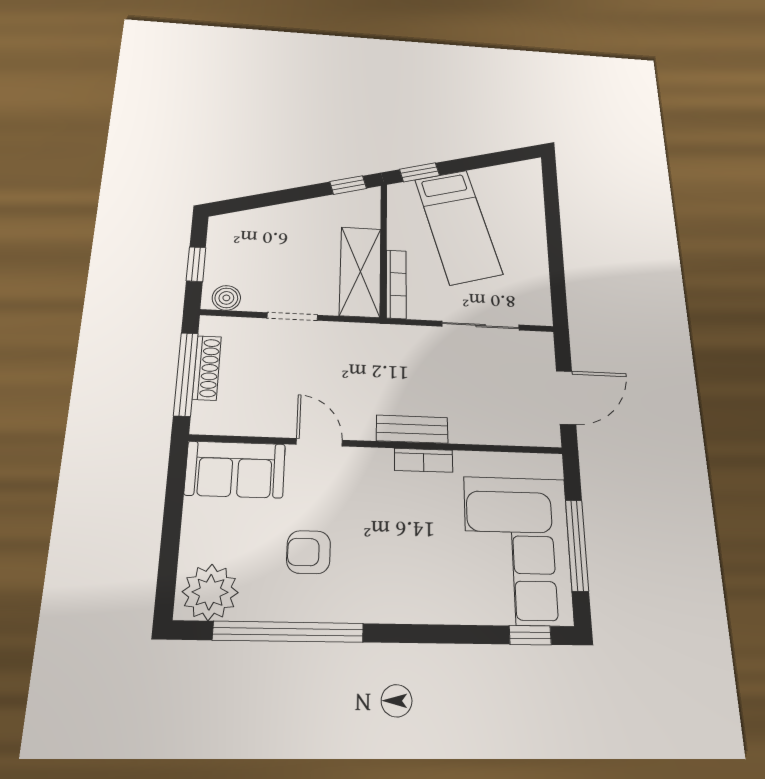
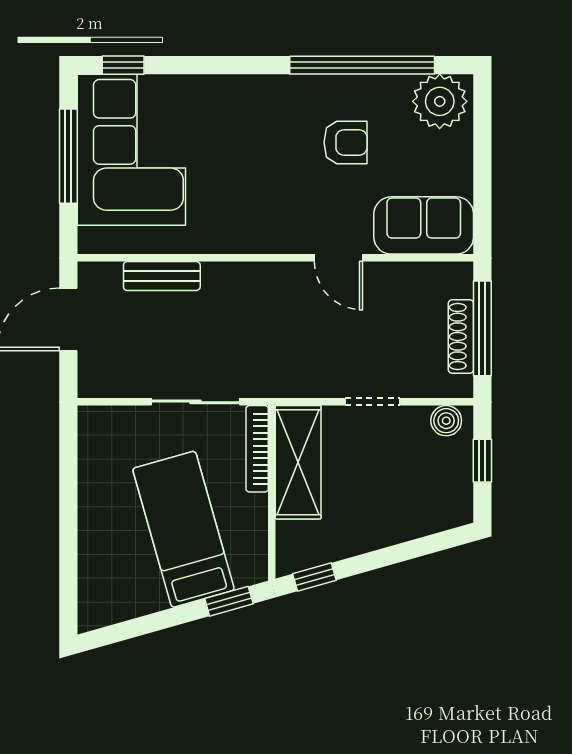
sliding door: (481, 326) -> (196, 402), moved
bench: (412, 429) -> (162, 276), moved
bookcase: (424, 460) -> (228, 242), removed

